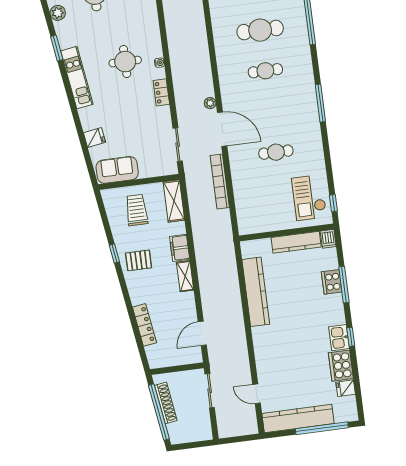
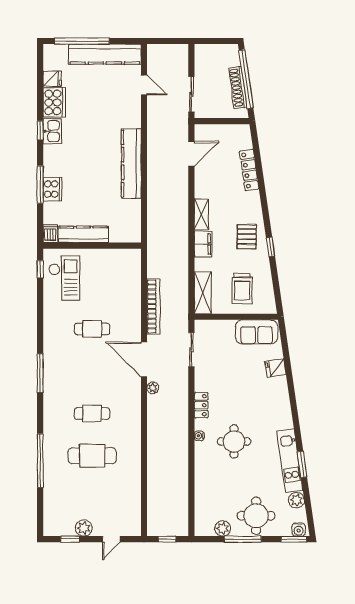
kitchen unit: (77, 78) -> (290, 461), moved
pallet: (139, 260) -> (247, 237), turned 90
kitchen counter: (256, 292) -> (131, 164), moved

